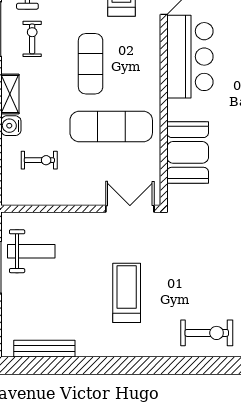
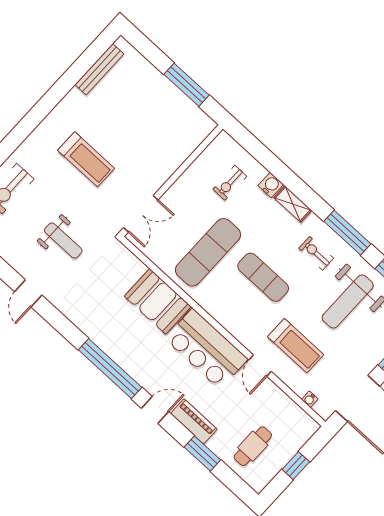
exercise bike: (32, 39) -> (316, 253), turned 180
booth: (188, 152) -> (158, 301), moved
weight bench: (31, 251) -> (63, 241), moved, turned -90

